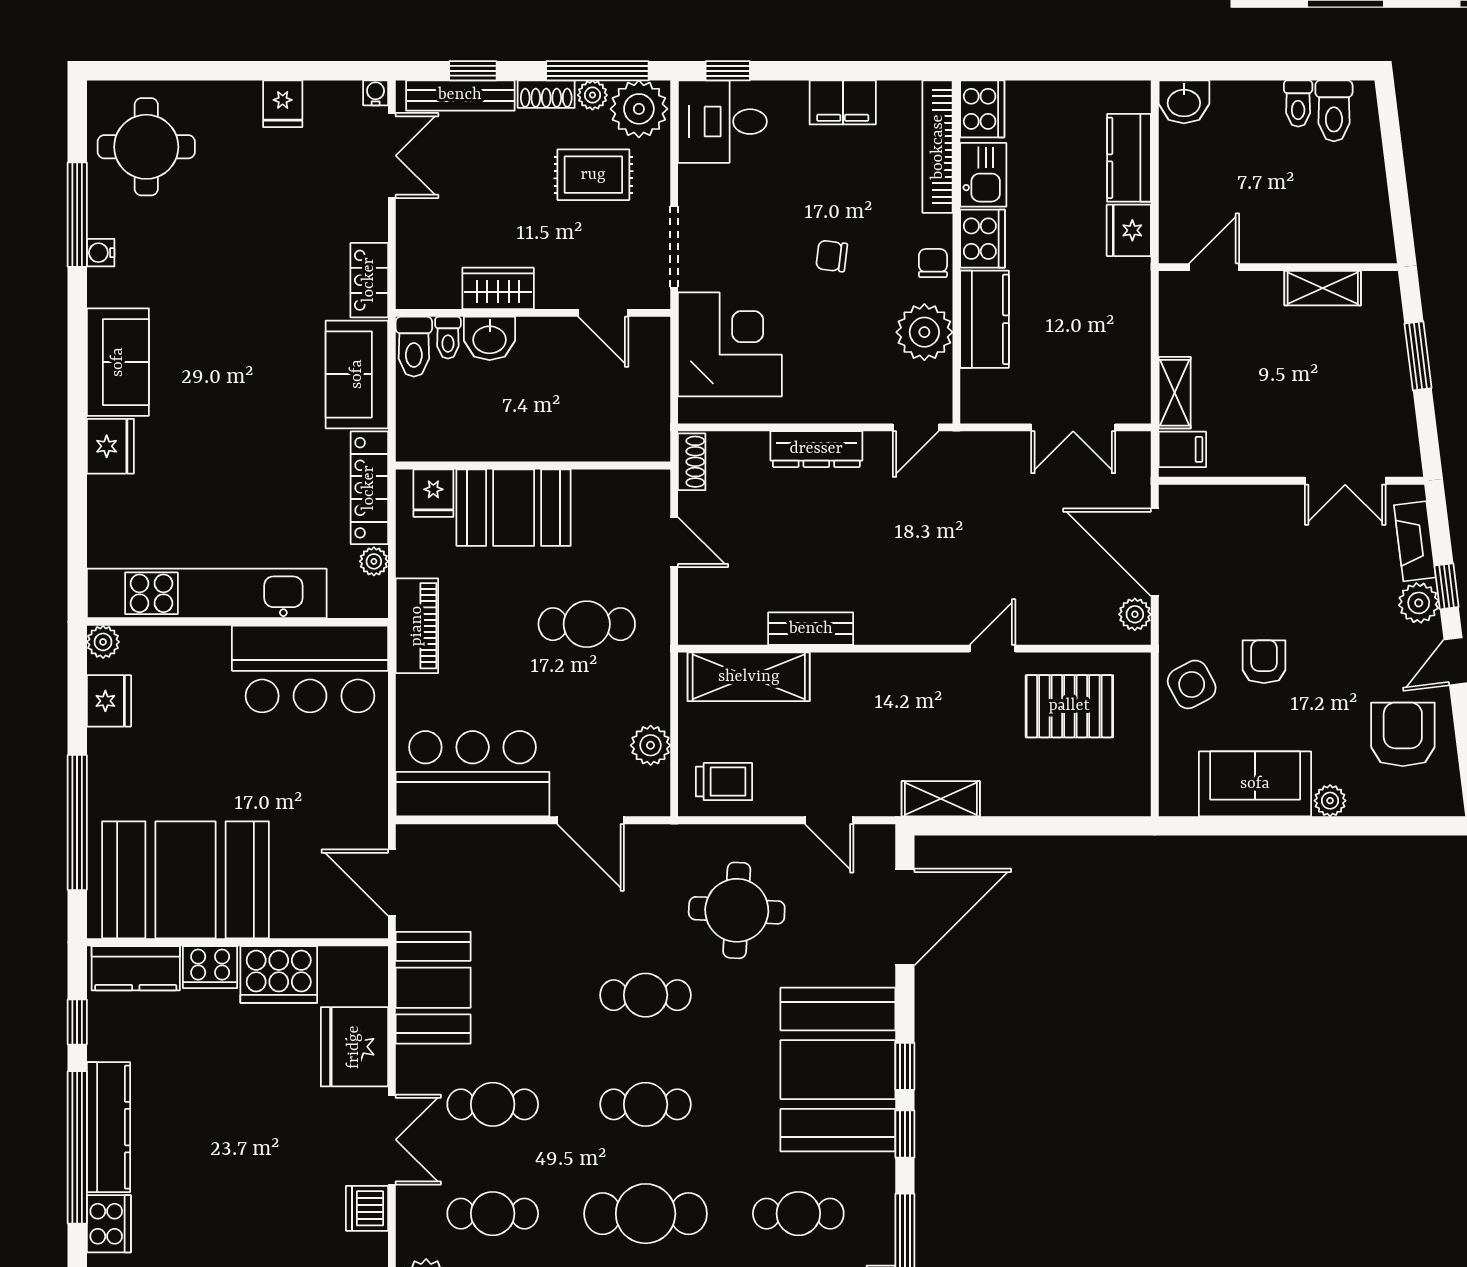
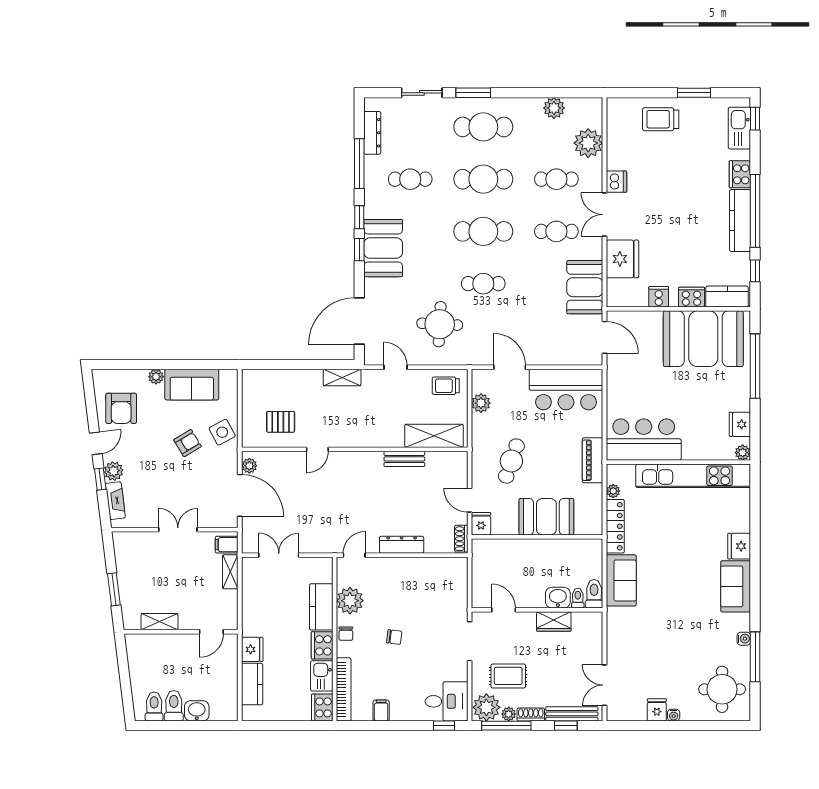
water cooler: (376, 93) -> (674, 715), moved
filing cabinet: (843, 102) -> (381, 711), width x0.50
washbasin: (1184, 102) -> (197, 711), moved
toilet: (1298, 103) -> (174, 706), width x1.37, depth x1.39
locker: (369, 280) -> (615, 625), removed
corner desk: (730, 344) -> (443, 595), removed
double door: (1345, 481) -> (178, 530), moved
fridge: (433, 493) -> (481, 524), moved
cafe table: (587, 624) -> (511, 461), turned -71
armchair: (1264, 662) -> (188, 443), turned -121
pallet: (1069, 706) -> (281, 422), width x0.67, depth x0.71
cooker: (279, 974) -> (659, 297), width x0.53, depth x0.76
booth: (838, 1070) -> (383, 248), width x0.73, depth x0.70
cafe table: (646, 1104) -> (483, 231), width x1.37, depth x1.35

